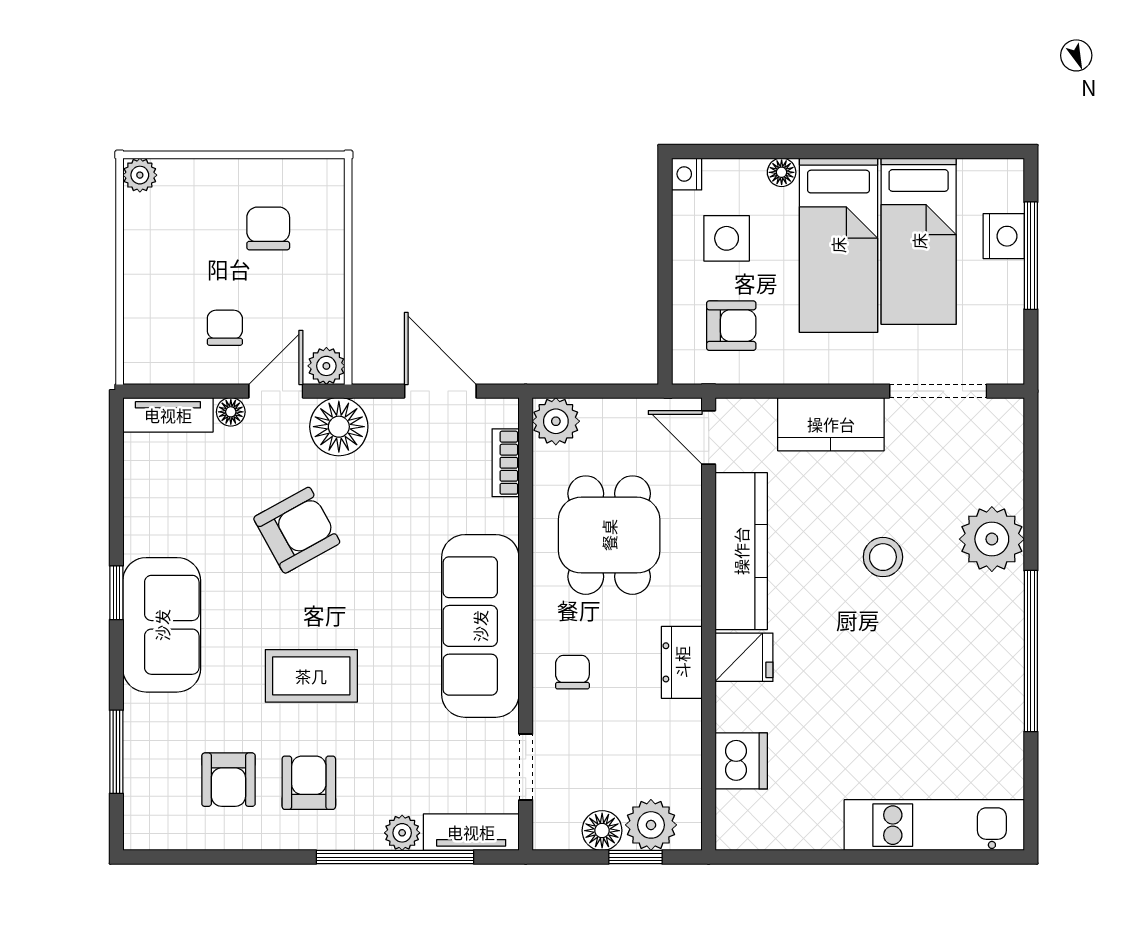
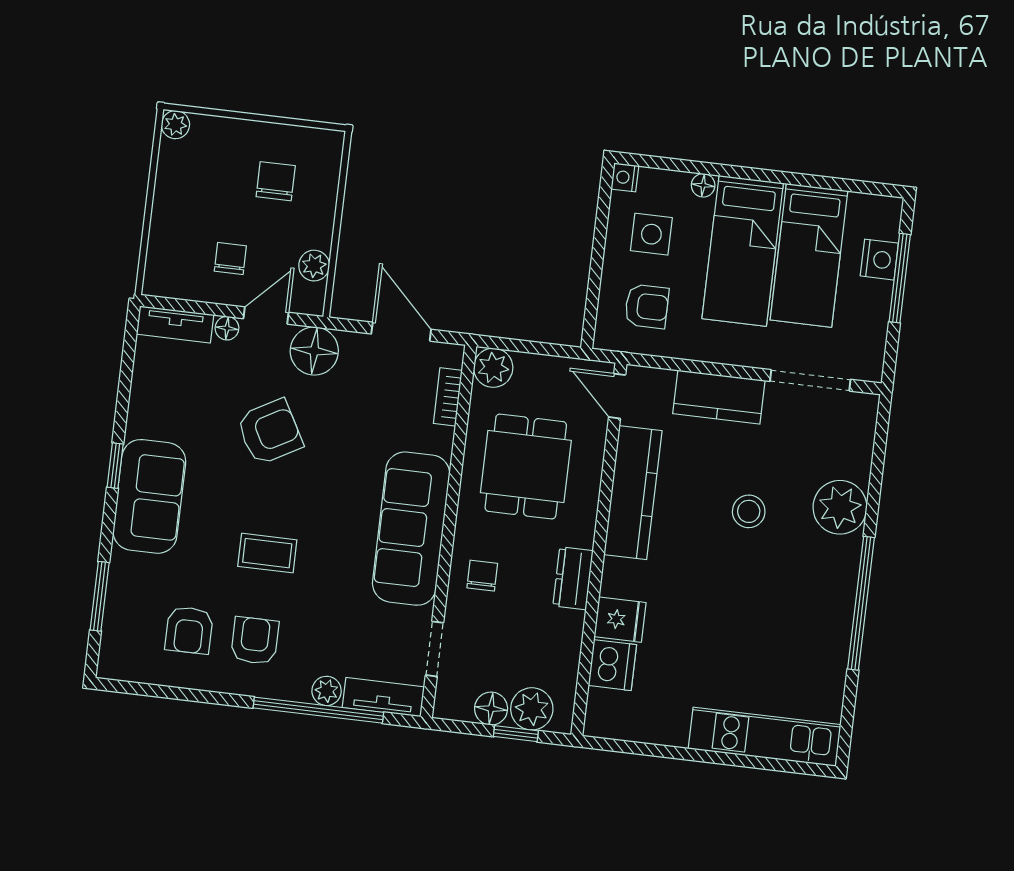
plant: (326, 366) -> (314, 266), moved
fridge: (744, 657) -> (620, 620), moved
coffee table: (311, 676) -> (267, 553), width x0.73, depth x0.77

